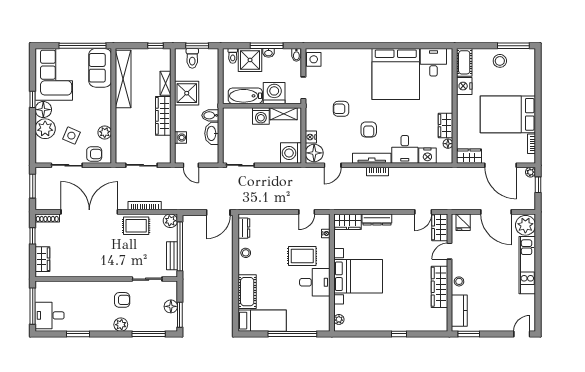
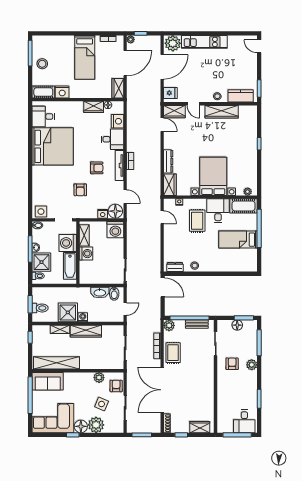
bed: (508, 114) -> (85, 57), width x0.67
bidet: (210, 115) -> (114, 294), moved
washing machine: (181, 138) -> (83, 317), moved
cot: (247, 292) -> (243, 206), moved
bed: (262, 321) -> (238, 240), moved, turned -90

